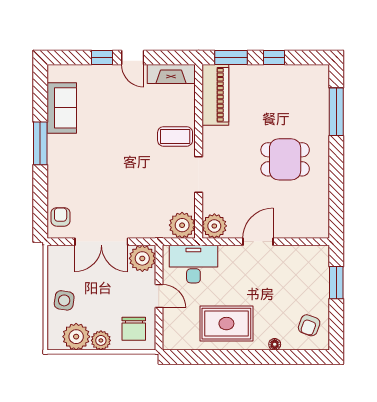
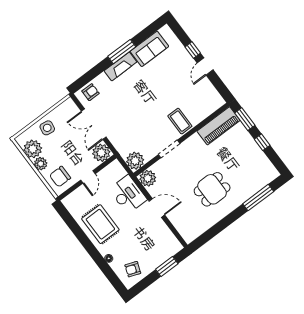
fireplace: (171, 74) -> (120, 66), moved, turned -90
dining table: (285, 159) -> (212, 189), turned 90
desk: (193, 264) -> (128, 194), moved

